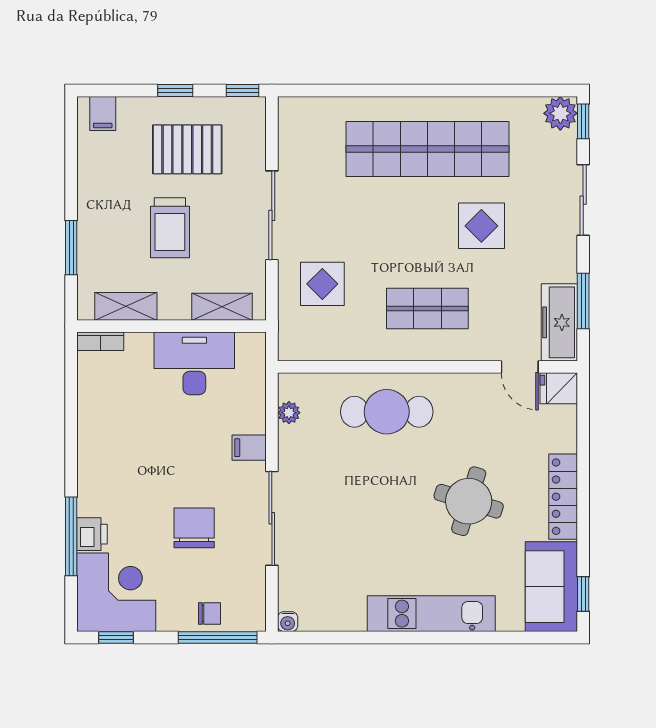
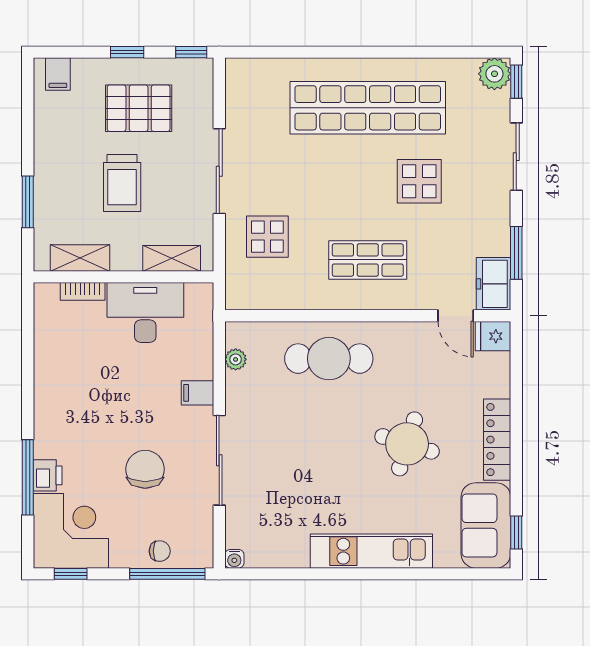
freezer: (559, 322) -> (494, 284), width x0.71
bookcase: (100, 341) -> (83, 291), moved

